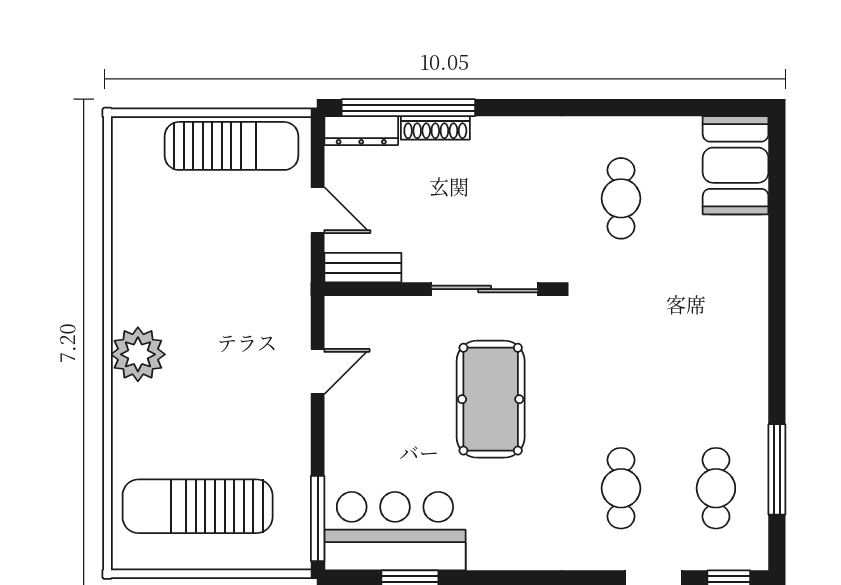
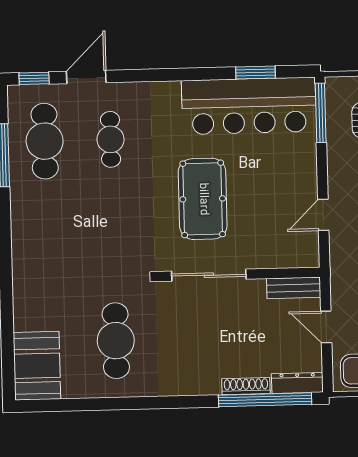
cafe table: (621, 198) -> (116, 341), width x1.37, depth x1.35
cafe table: (716, 488) -> (45, 141), width x1.37, depth x1.35
bar counter: (395, 531) -> (249, 106), width x1.36

